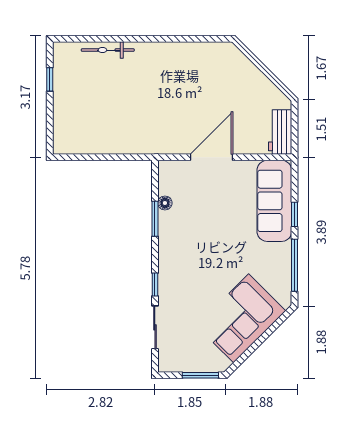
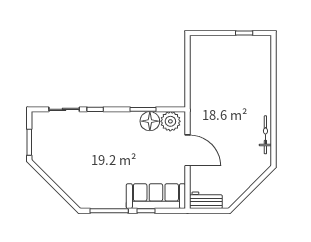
bicycle: (108, 50) -> (265, 135), moved
plant: (171, 181) -> (170, 121), added
floor lamp: (165, 203) -> (150, 121), width x1.89, depth x1.89
corner sofa: (241, 318) -> (71, 172), removed

